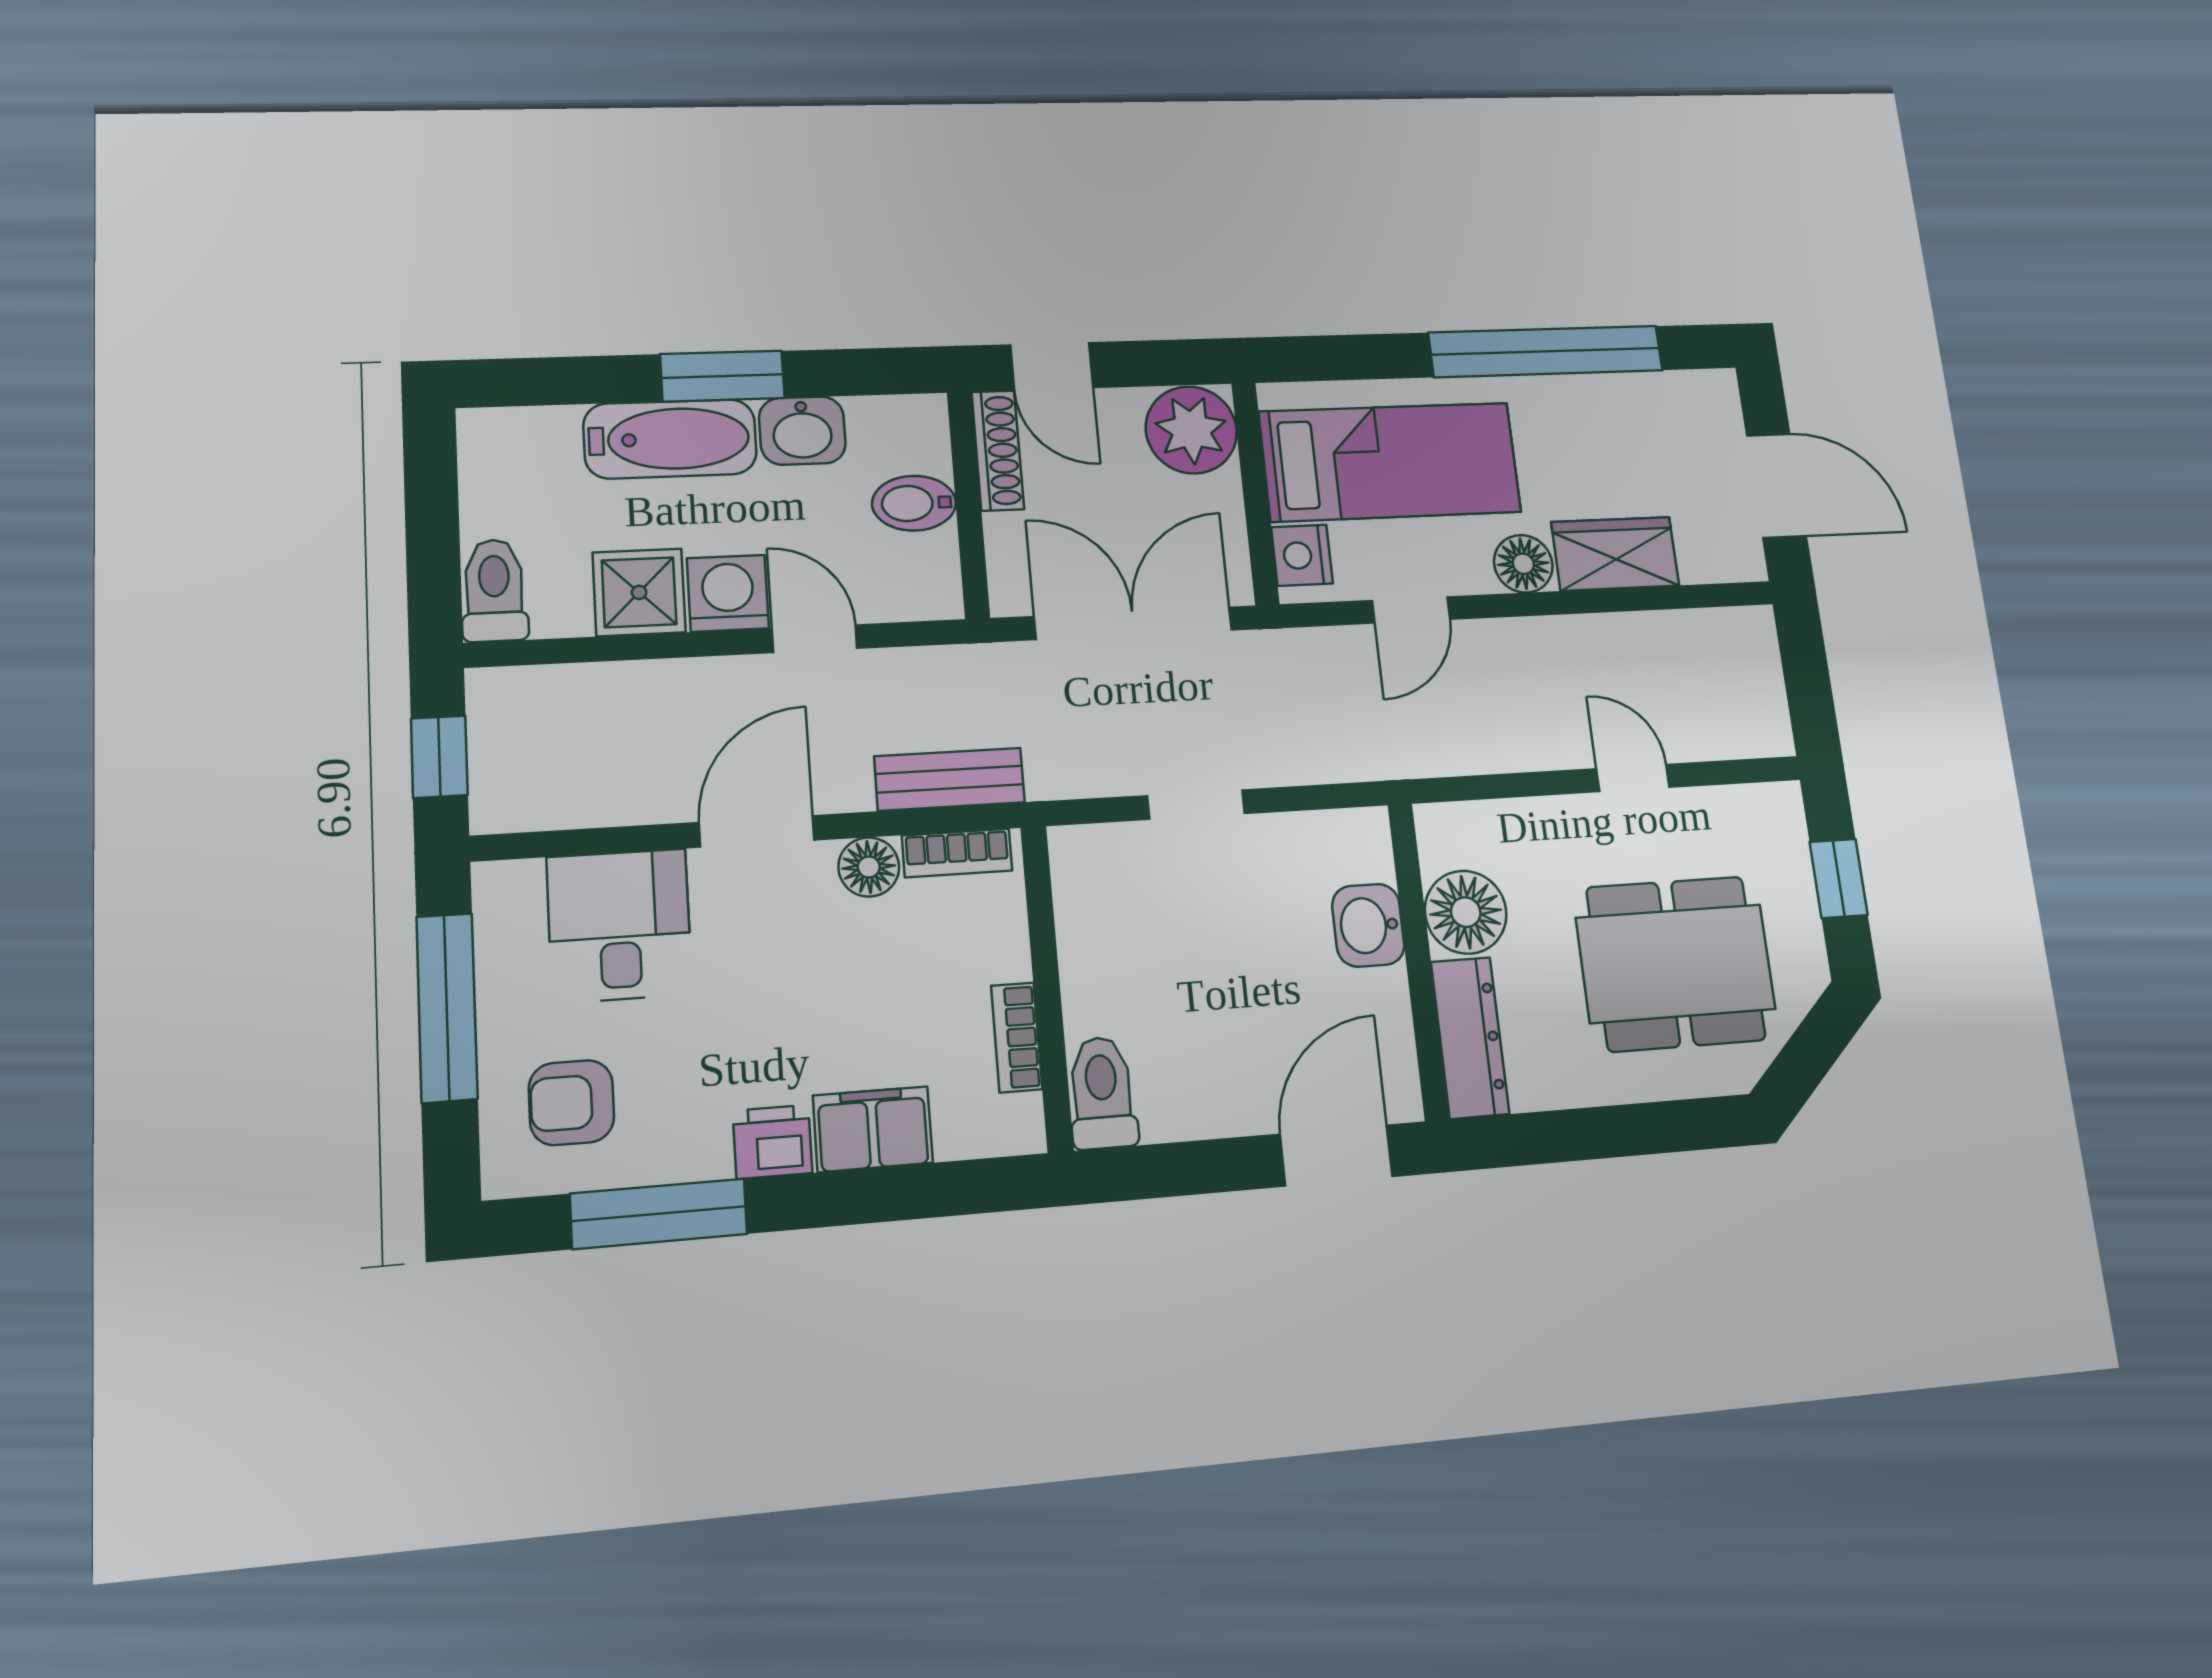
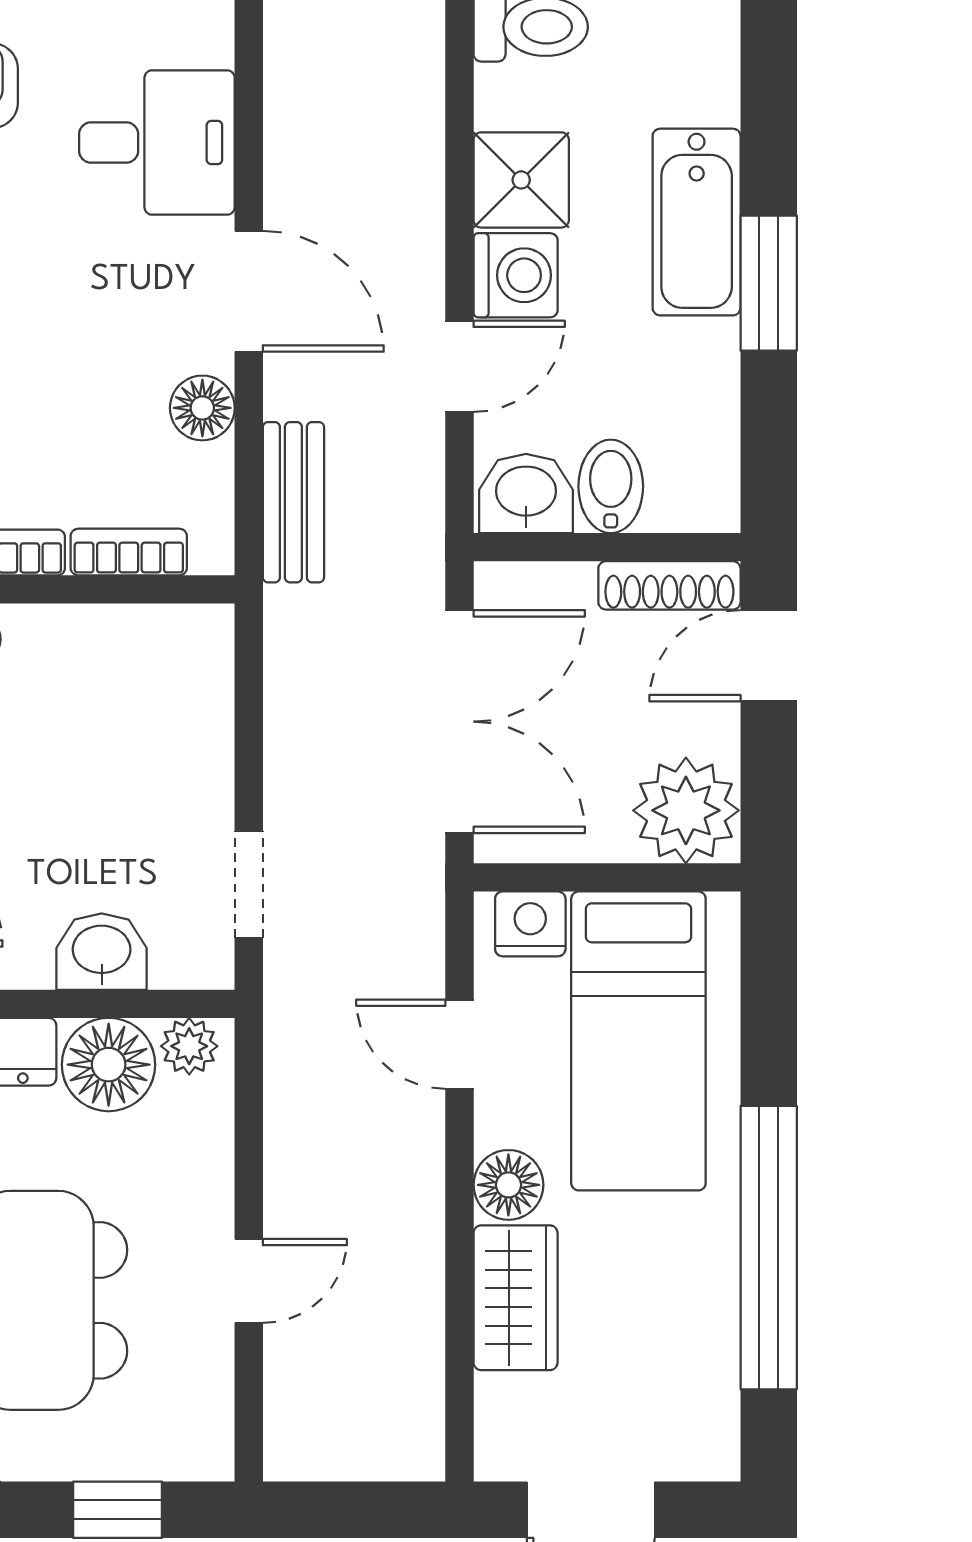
washbasin: (802, 431) -> (526, 493), moved, turned 90
doorway: (1196, 805) -> (249, 884), moved
plant: (1441, 842) -> (189, 1046), added
bookcase: (957, 853) -> (129, 552), moved, turned 90

